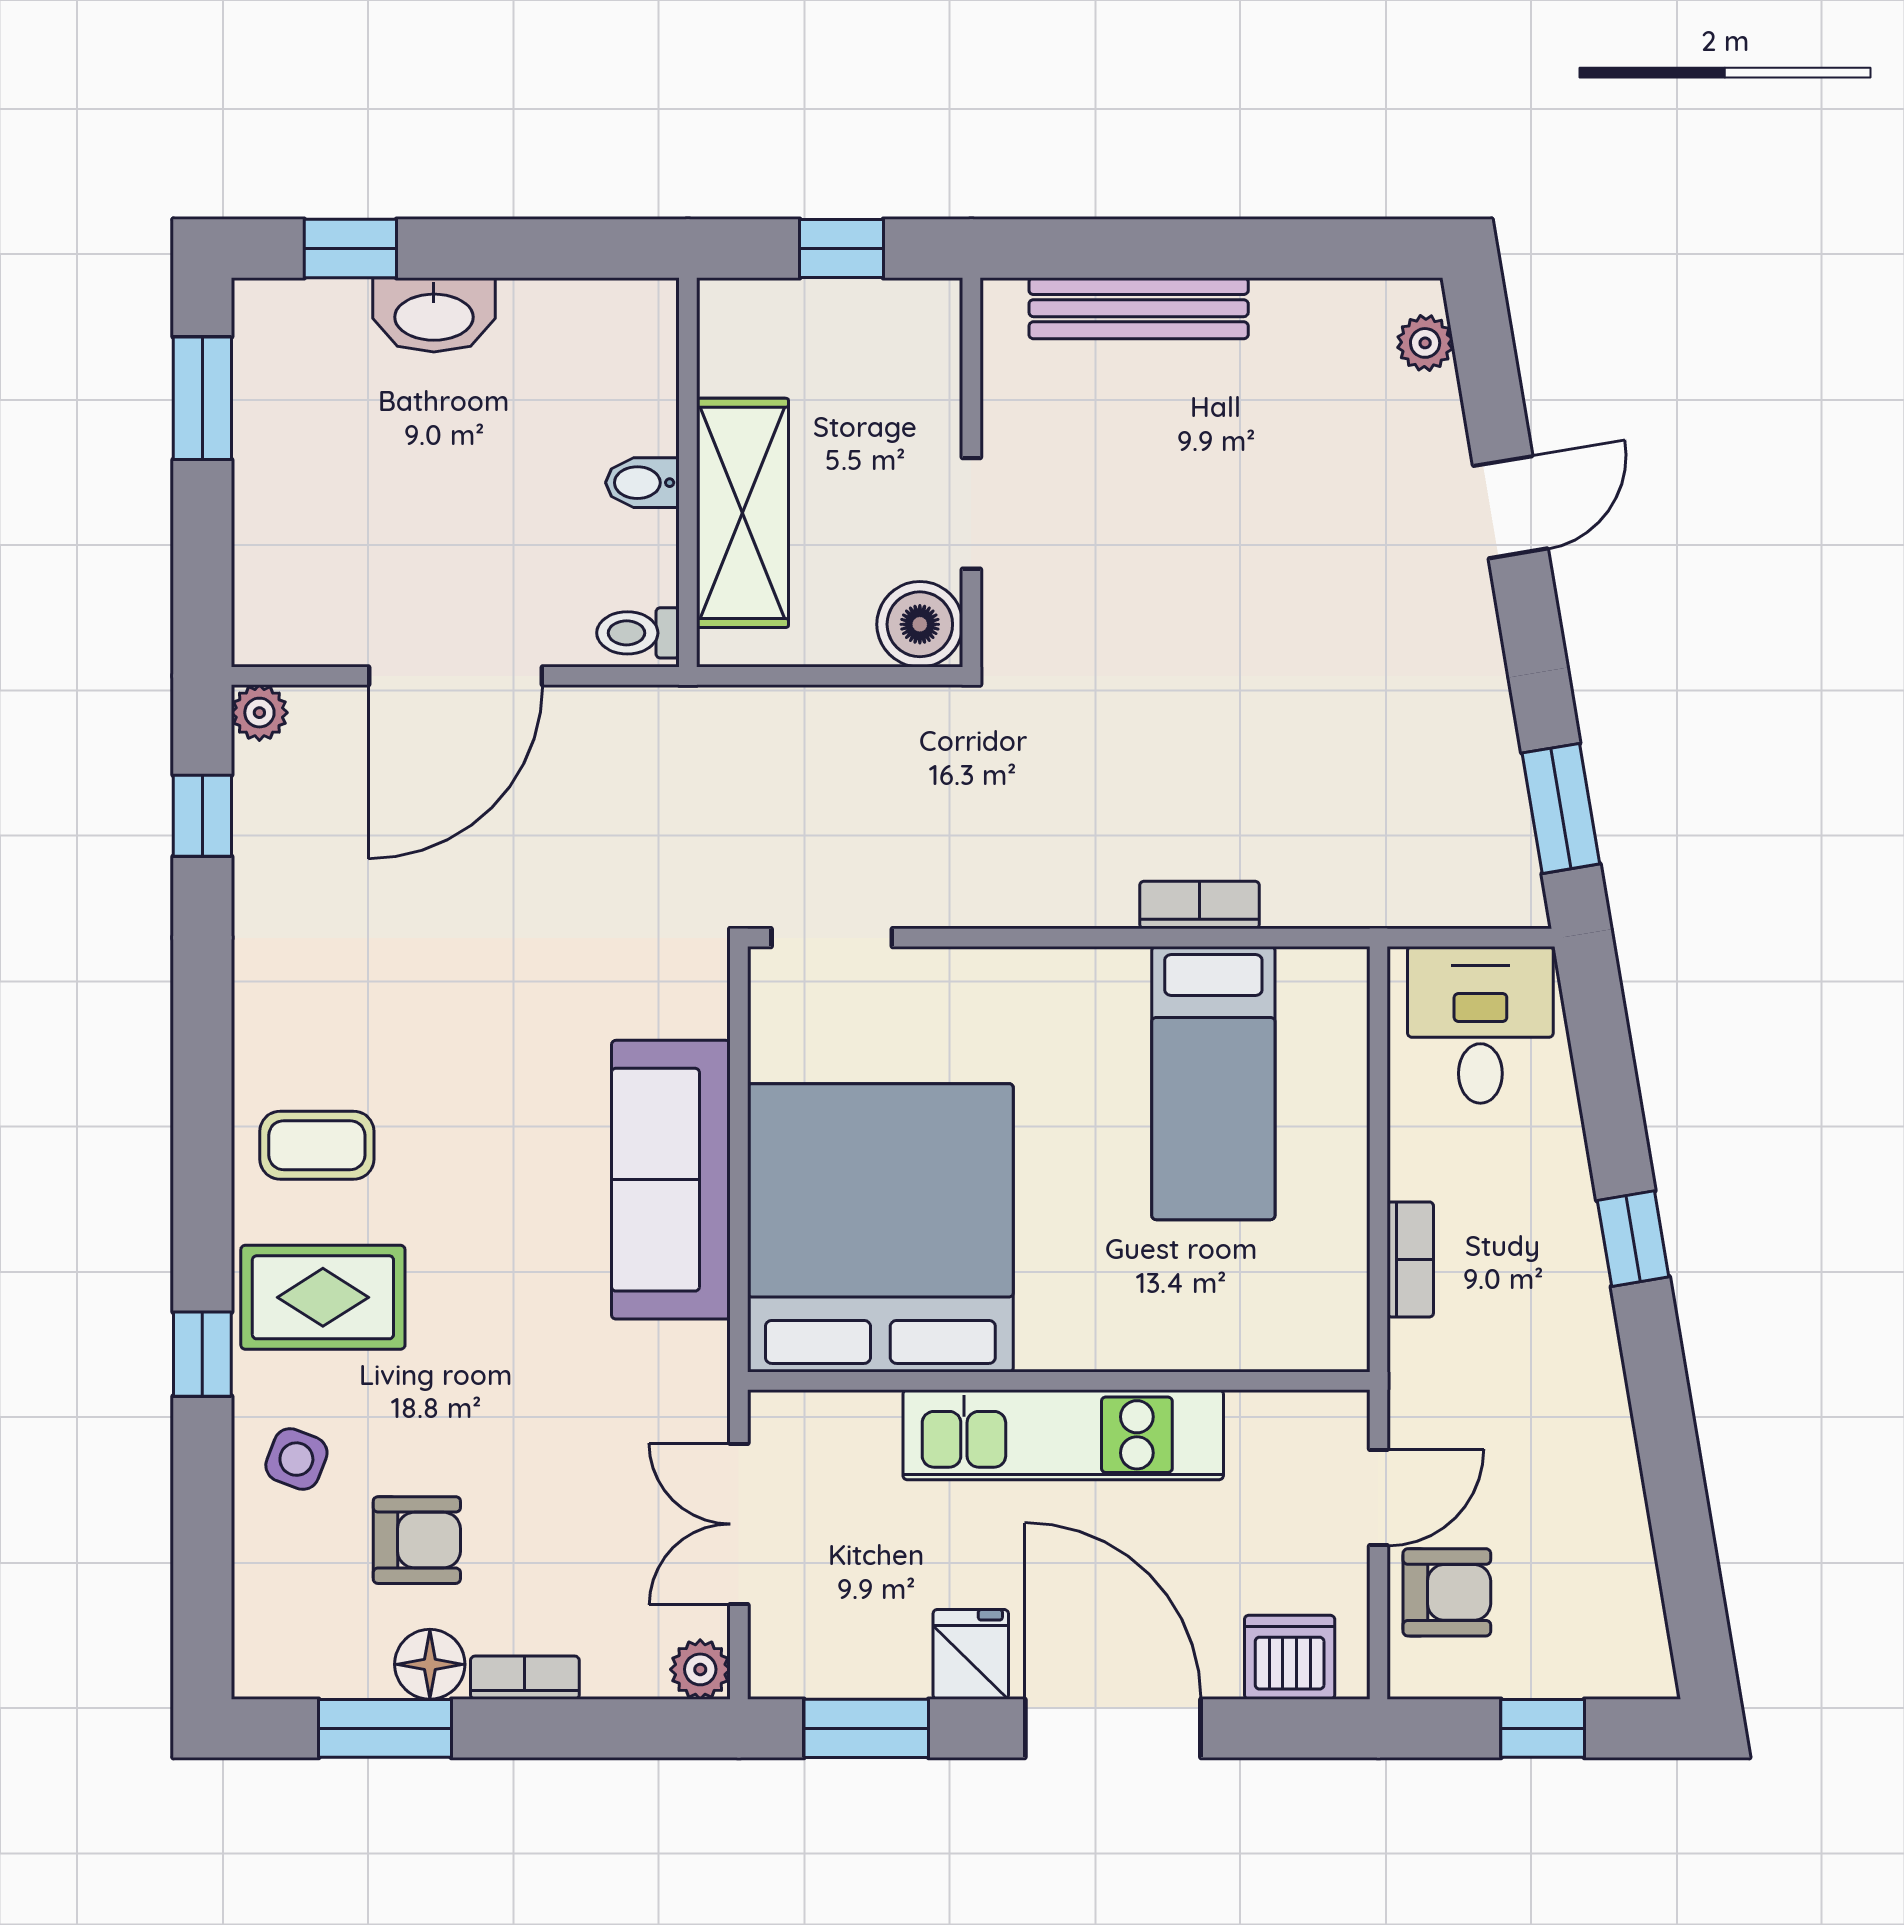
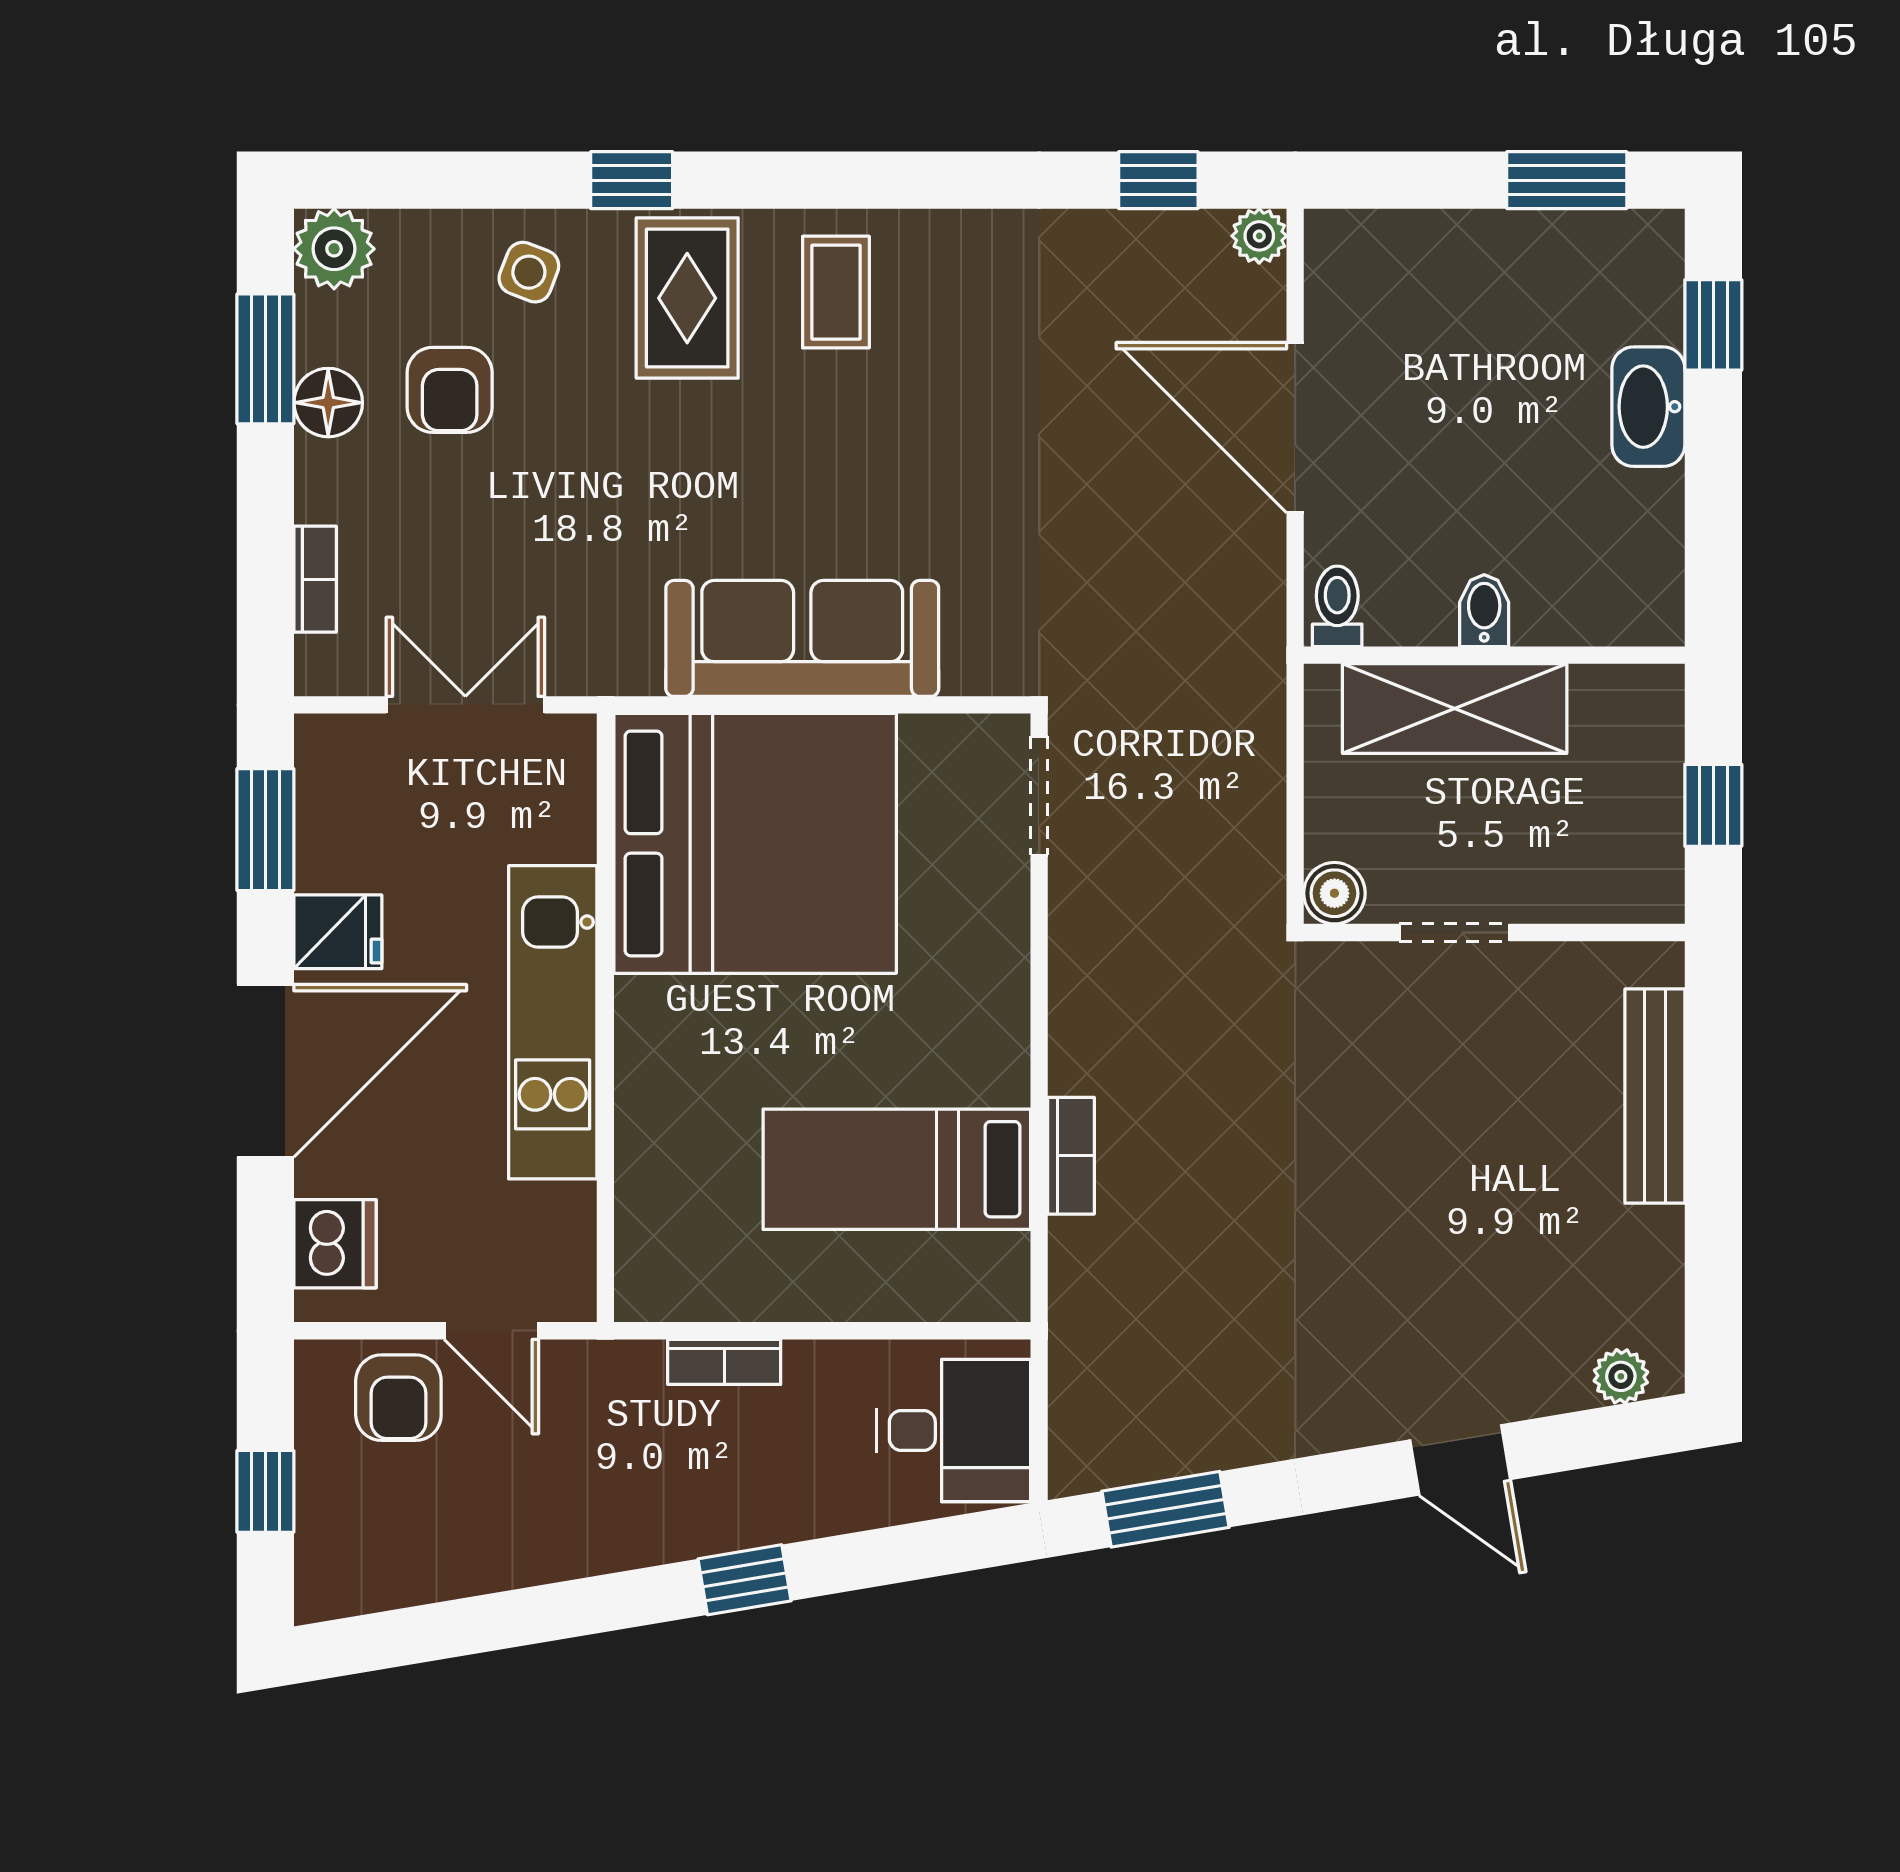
boiler: (920, 624) -> (1334, 893), width x0.73, depth x0.73
plant: (700, 1669) -> (334, 249), moved, width x1.38, depth x1.38
bookcase: (525, 1678) -> (315, 579), moved

